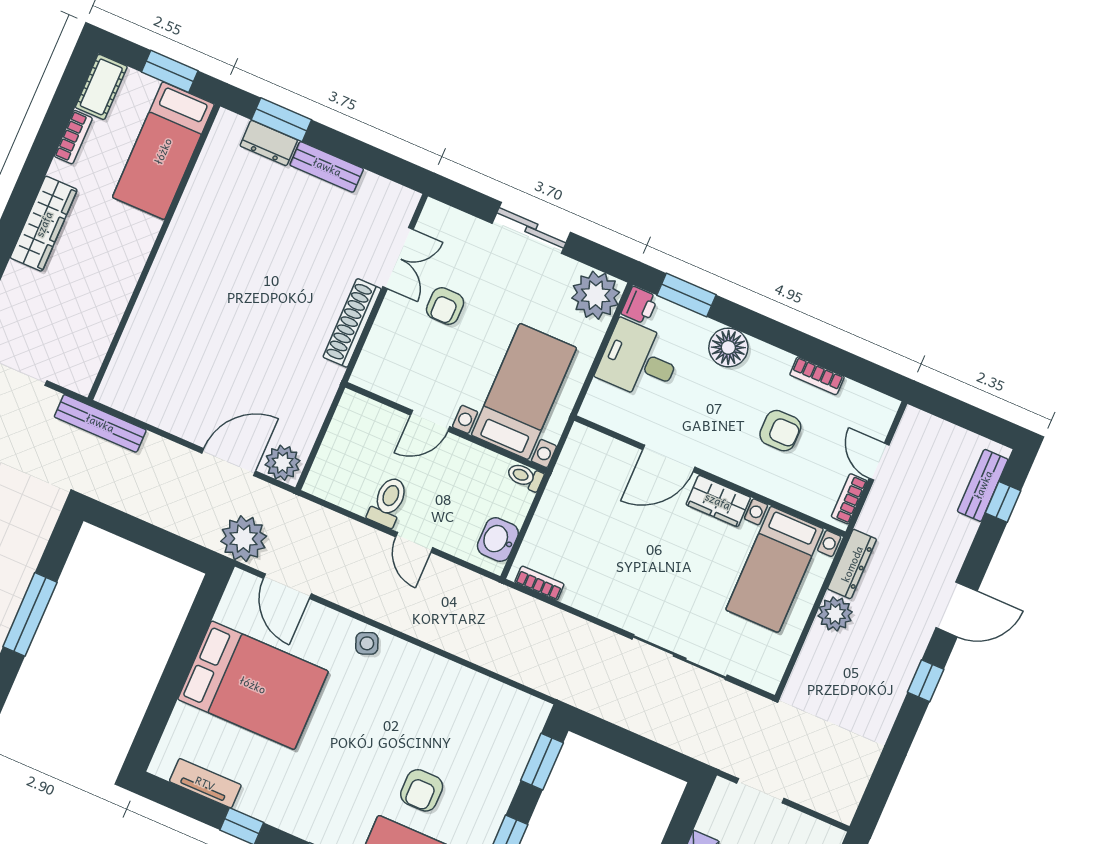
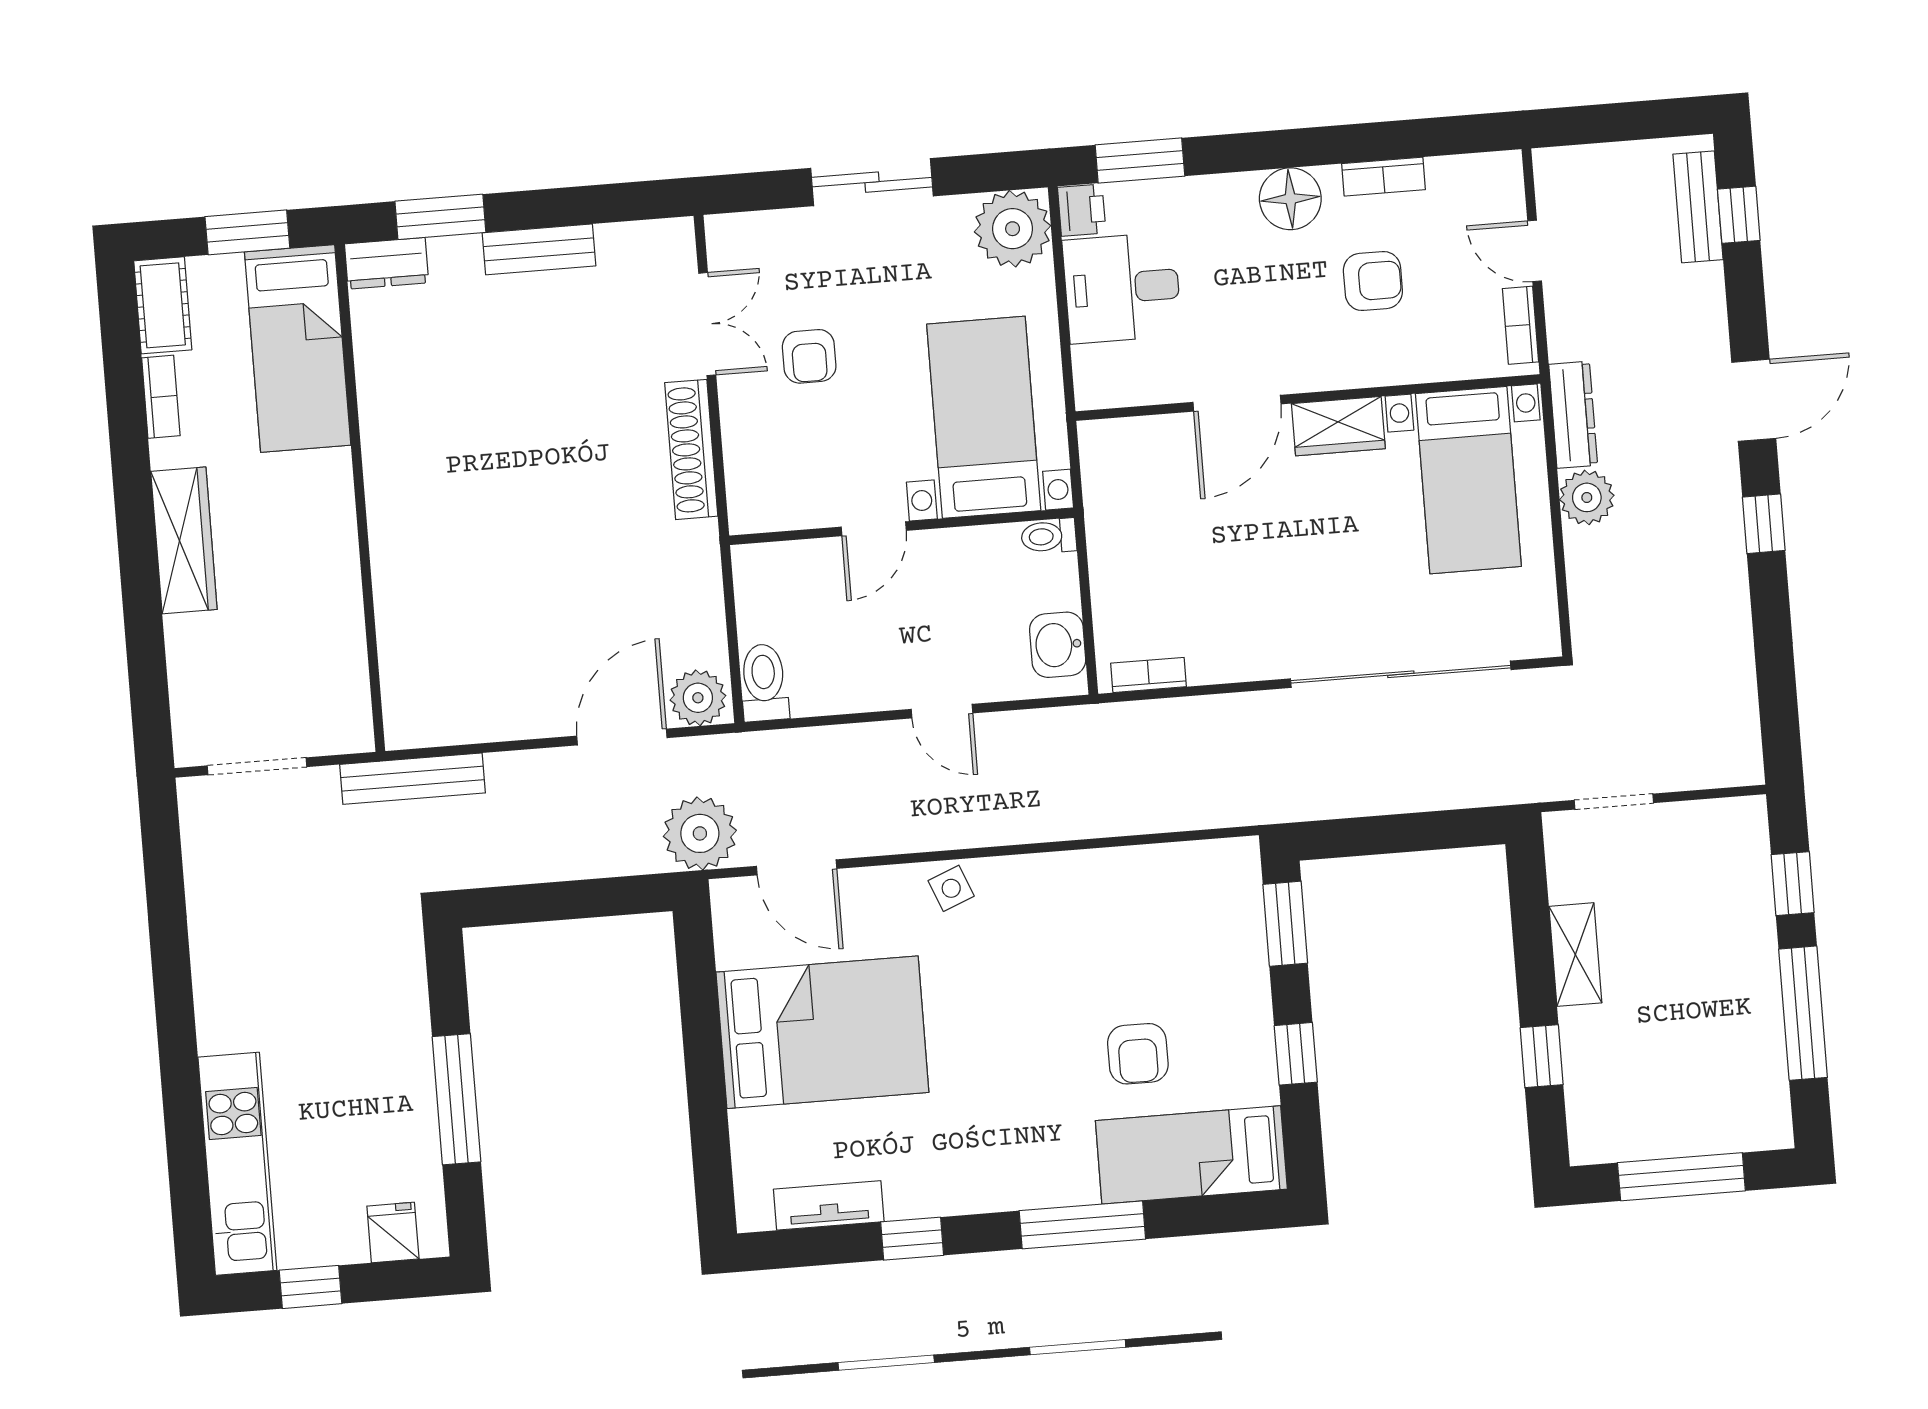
dresser: (269, 143) -> (386, 263), moved
floor lamp: (728, 347) -> (1290, 199), moved
toilet: (388, 502) -> (764, 683), moved
sliding door: (680, 657) -> (1401, 674), width x1.36

